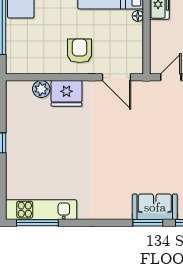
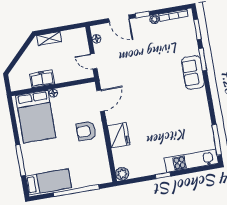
plant: (41, 89) -> (122, 174), moved
sofa: (155, 207) -> (193, 72), moved
kitchen unit: (41, 210) -> (191, 161), moved, turned 90

